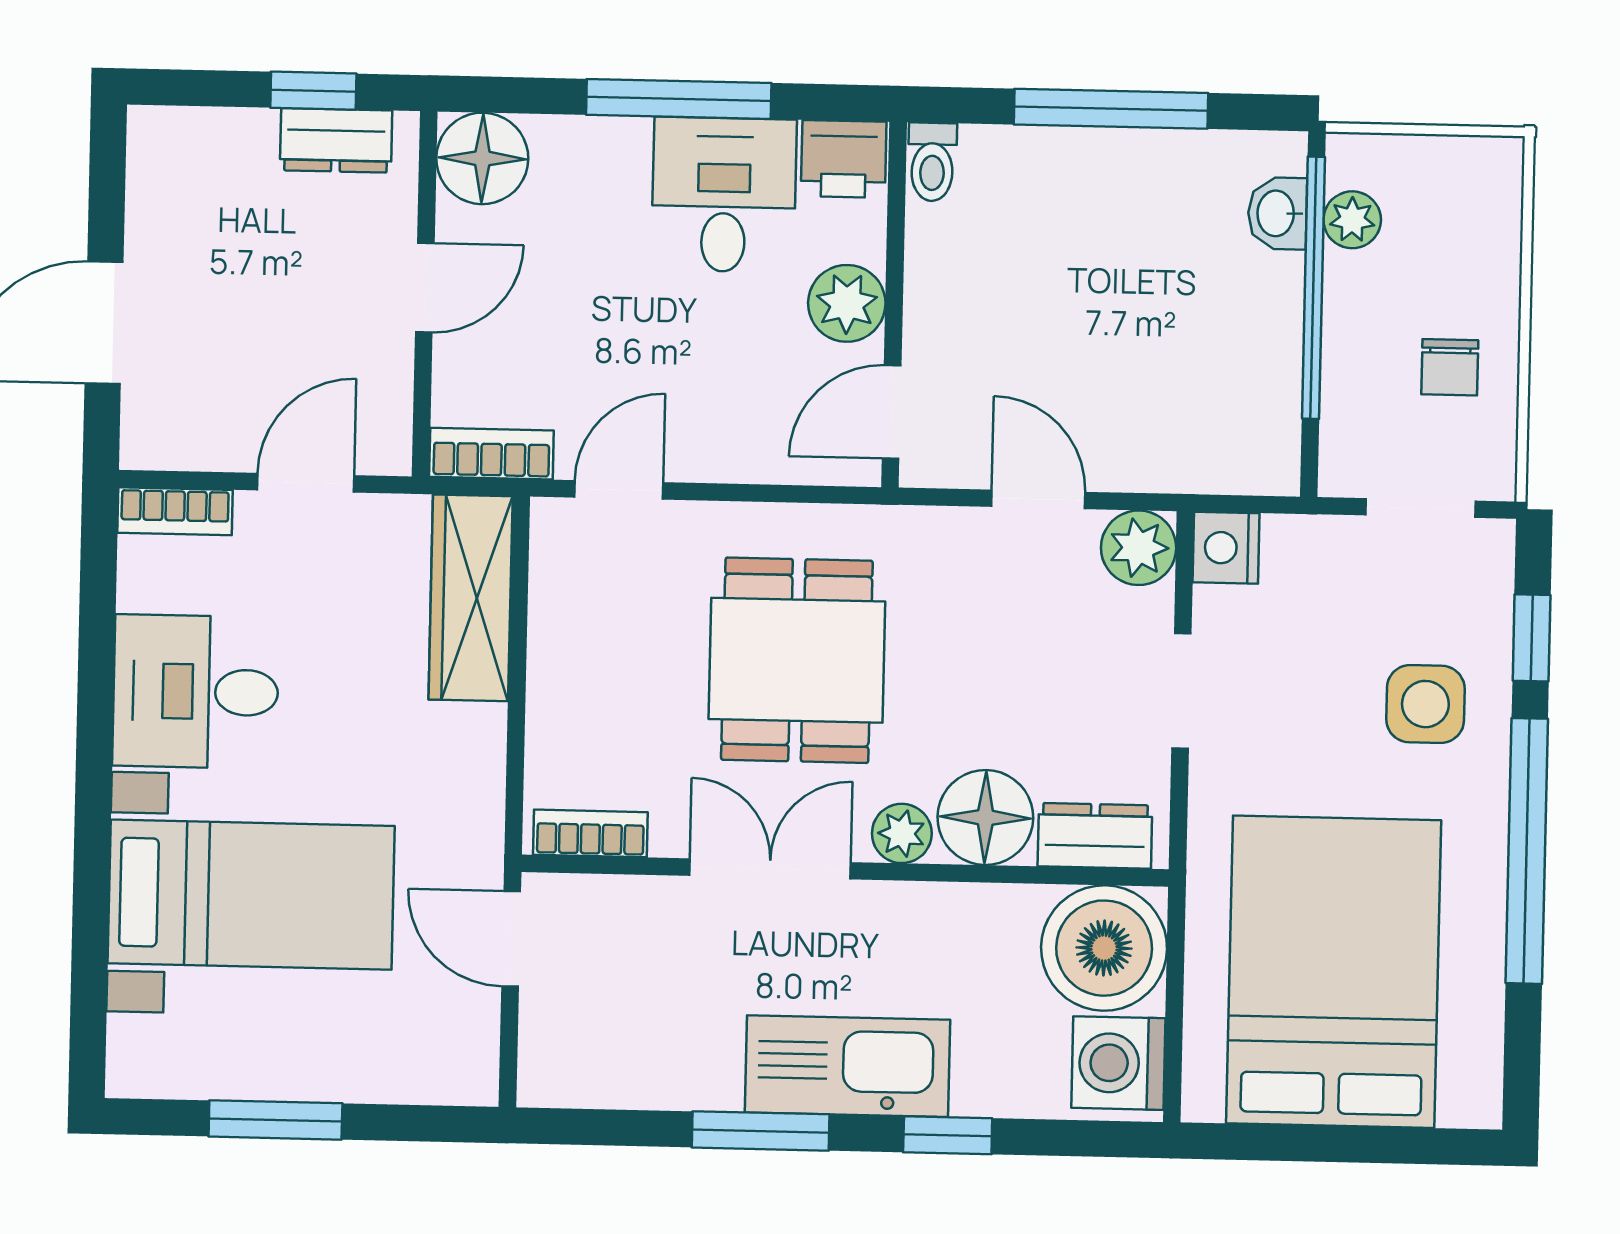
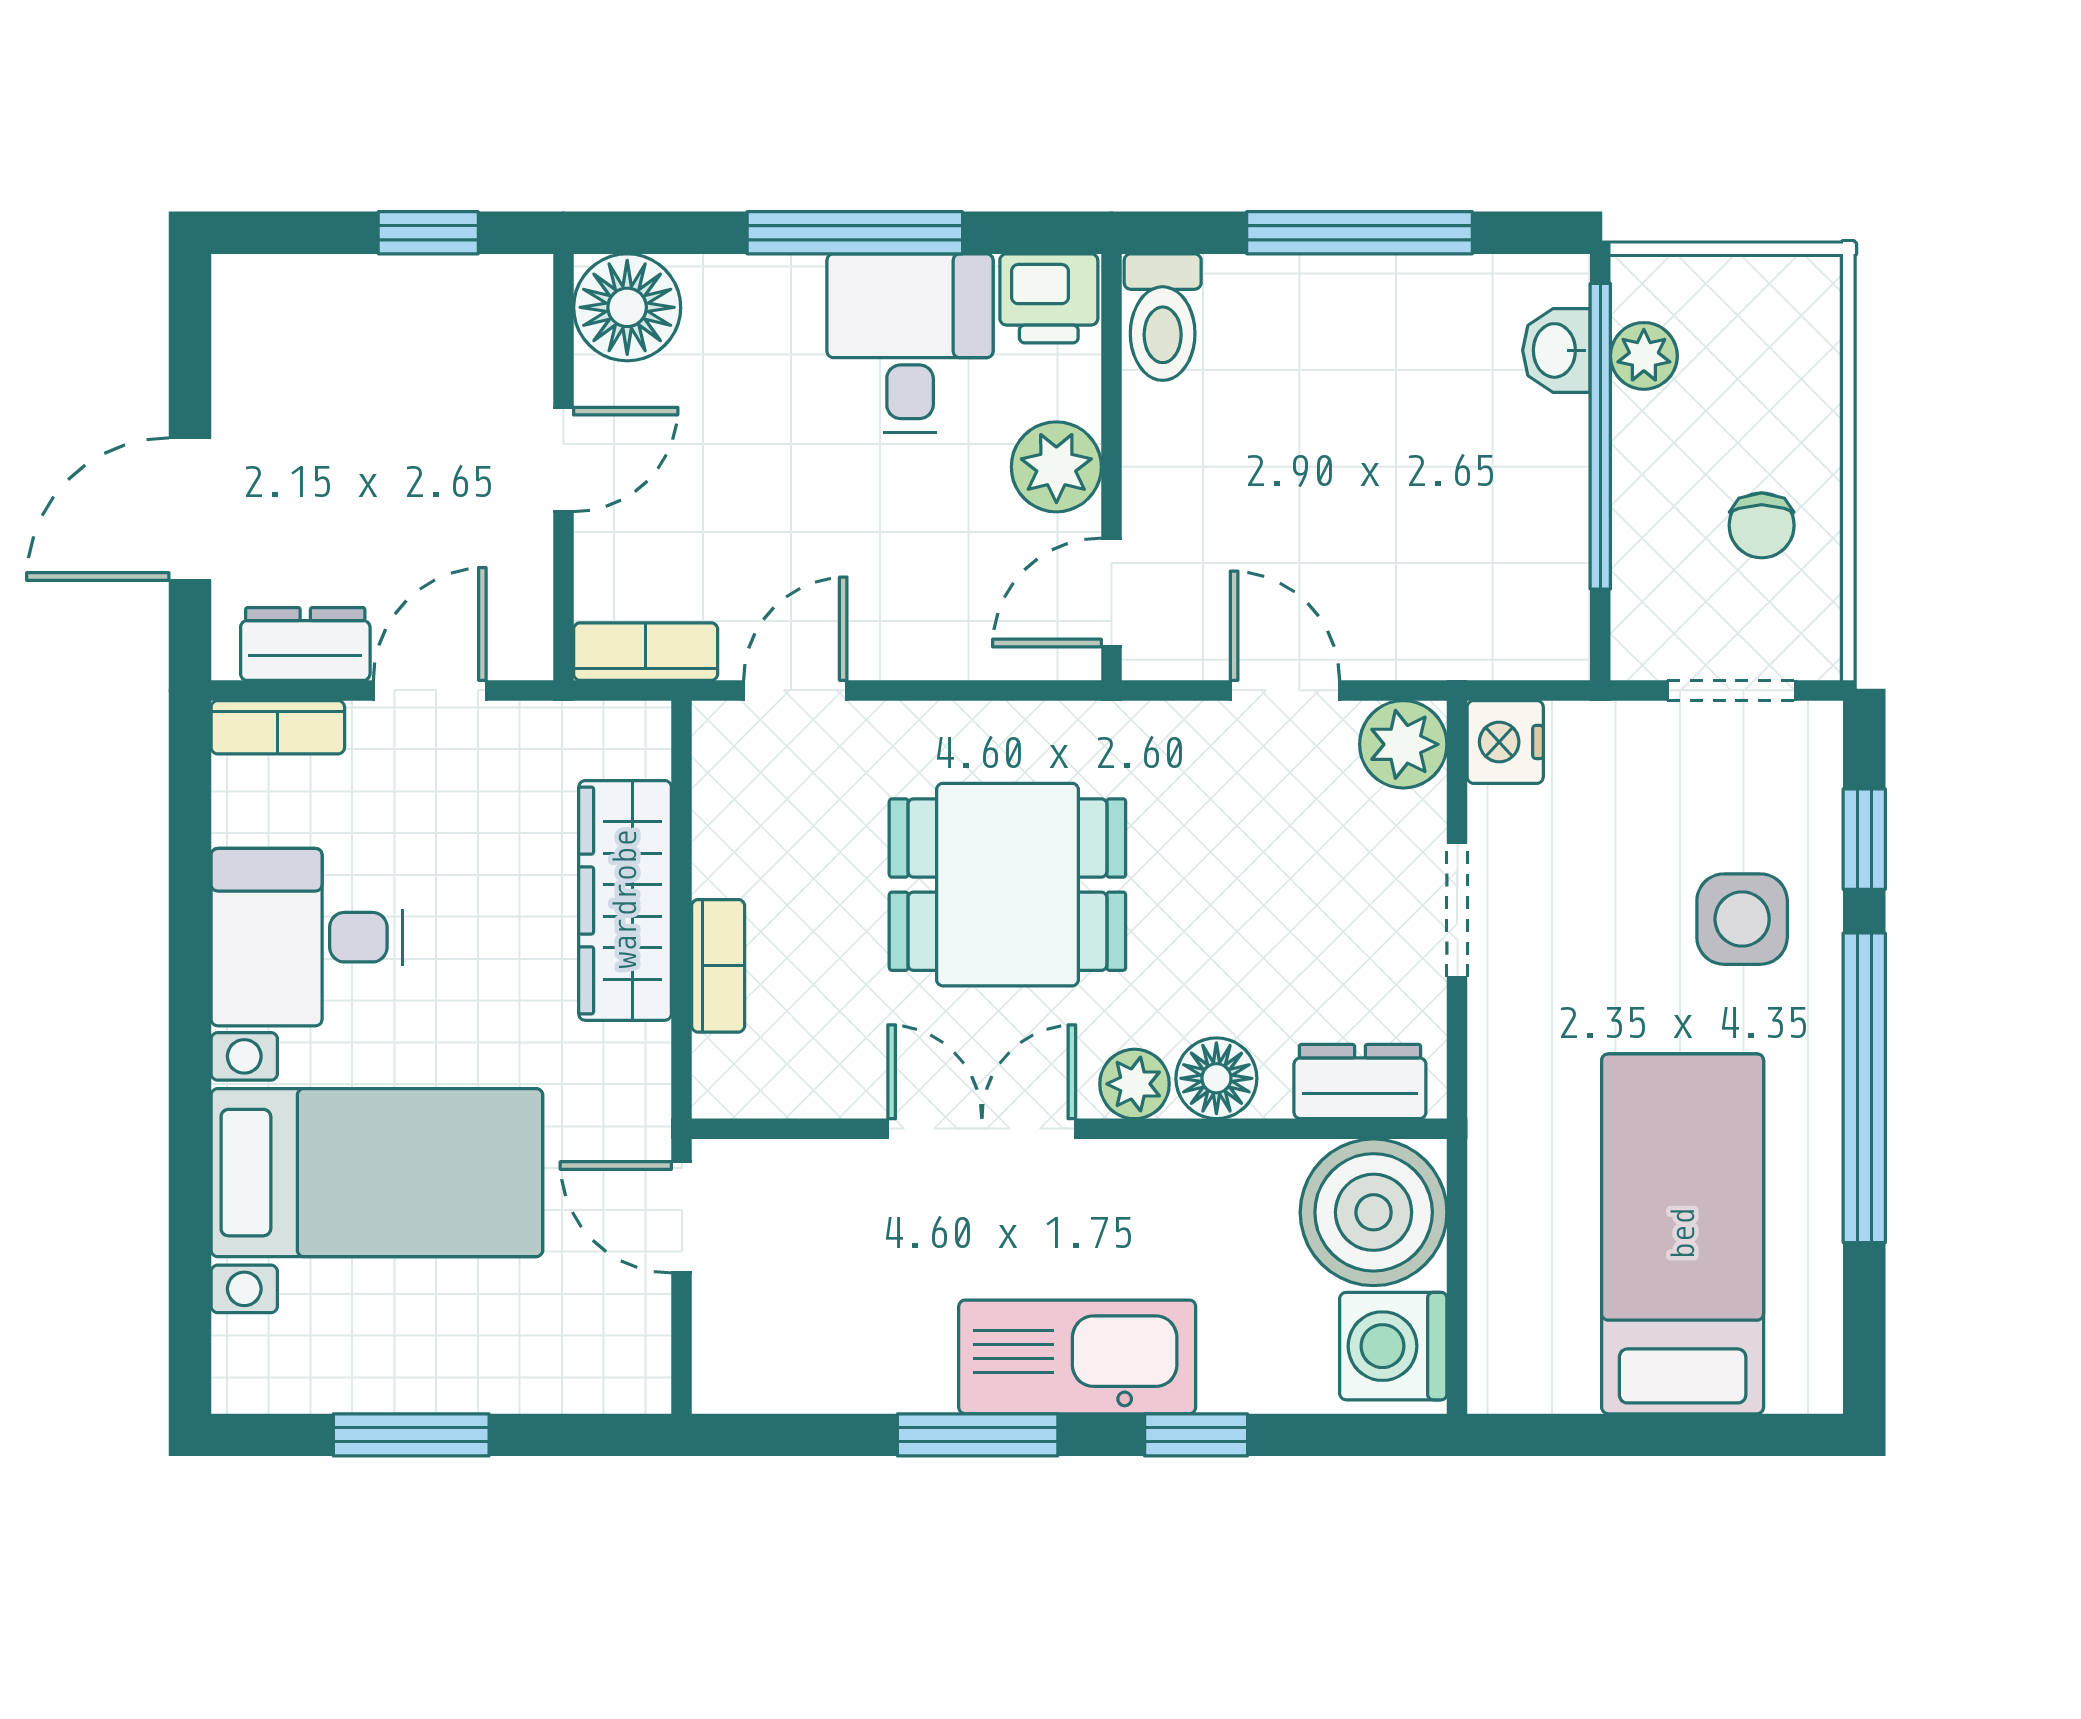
dresser: (336, 140) -> (305, 644), moved, turned 180
toilet: (932, 162) -> (1163, 317), width x1.37, depth x1.39
wardrobe: (471, 598) -> (625, 900), moved
dining table: (797, 660) -> (1007, 885), turned 90
floor lamp: (985, 817) -> (1216, 1078), width x0.73, depth x0.73
bookcase: (590, 833) -> (718, 966), moved, turned 90
bed: (1334, 972) -> (1683, 1234), width x0.67

